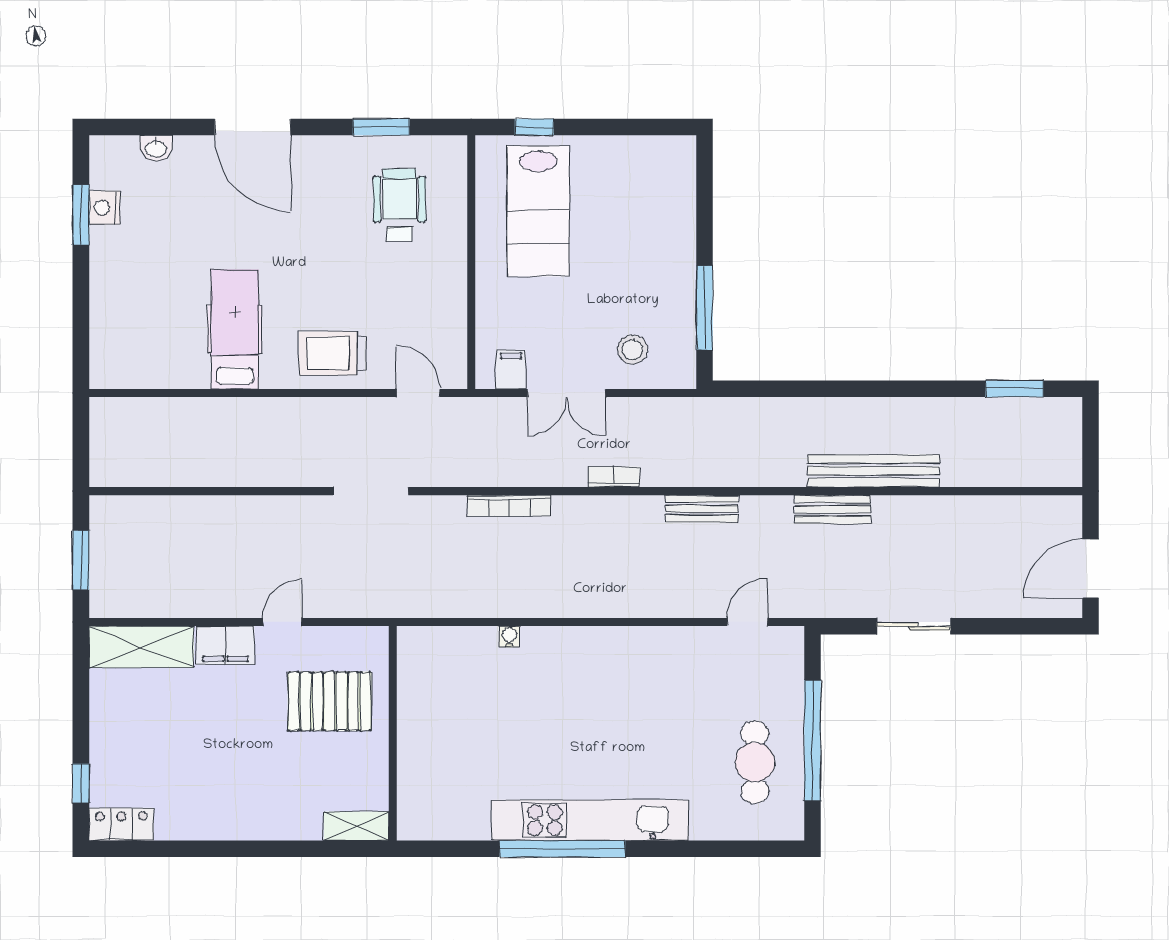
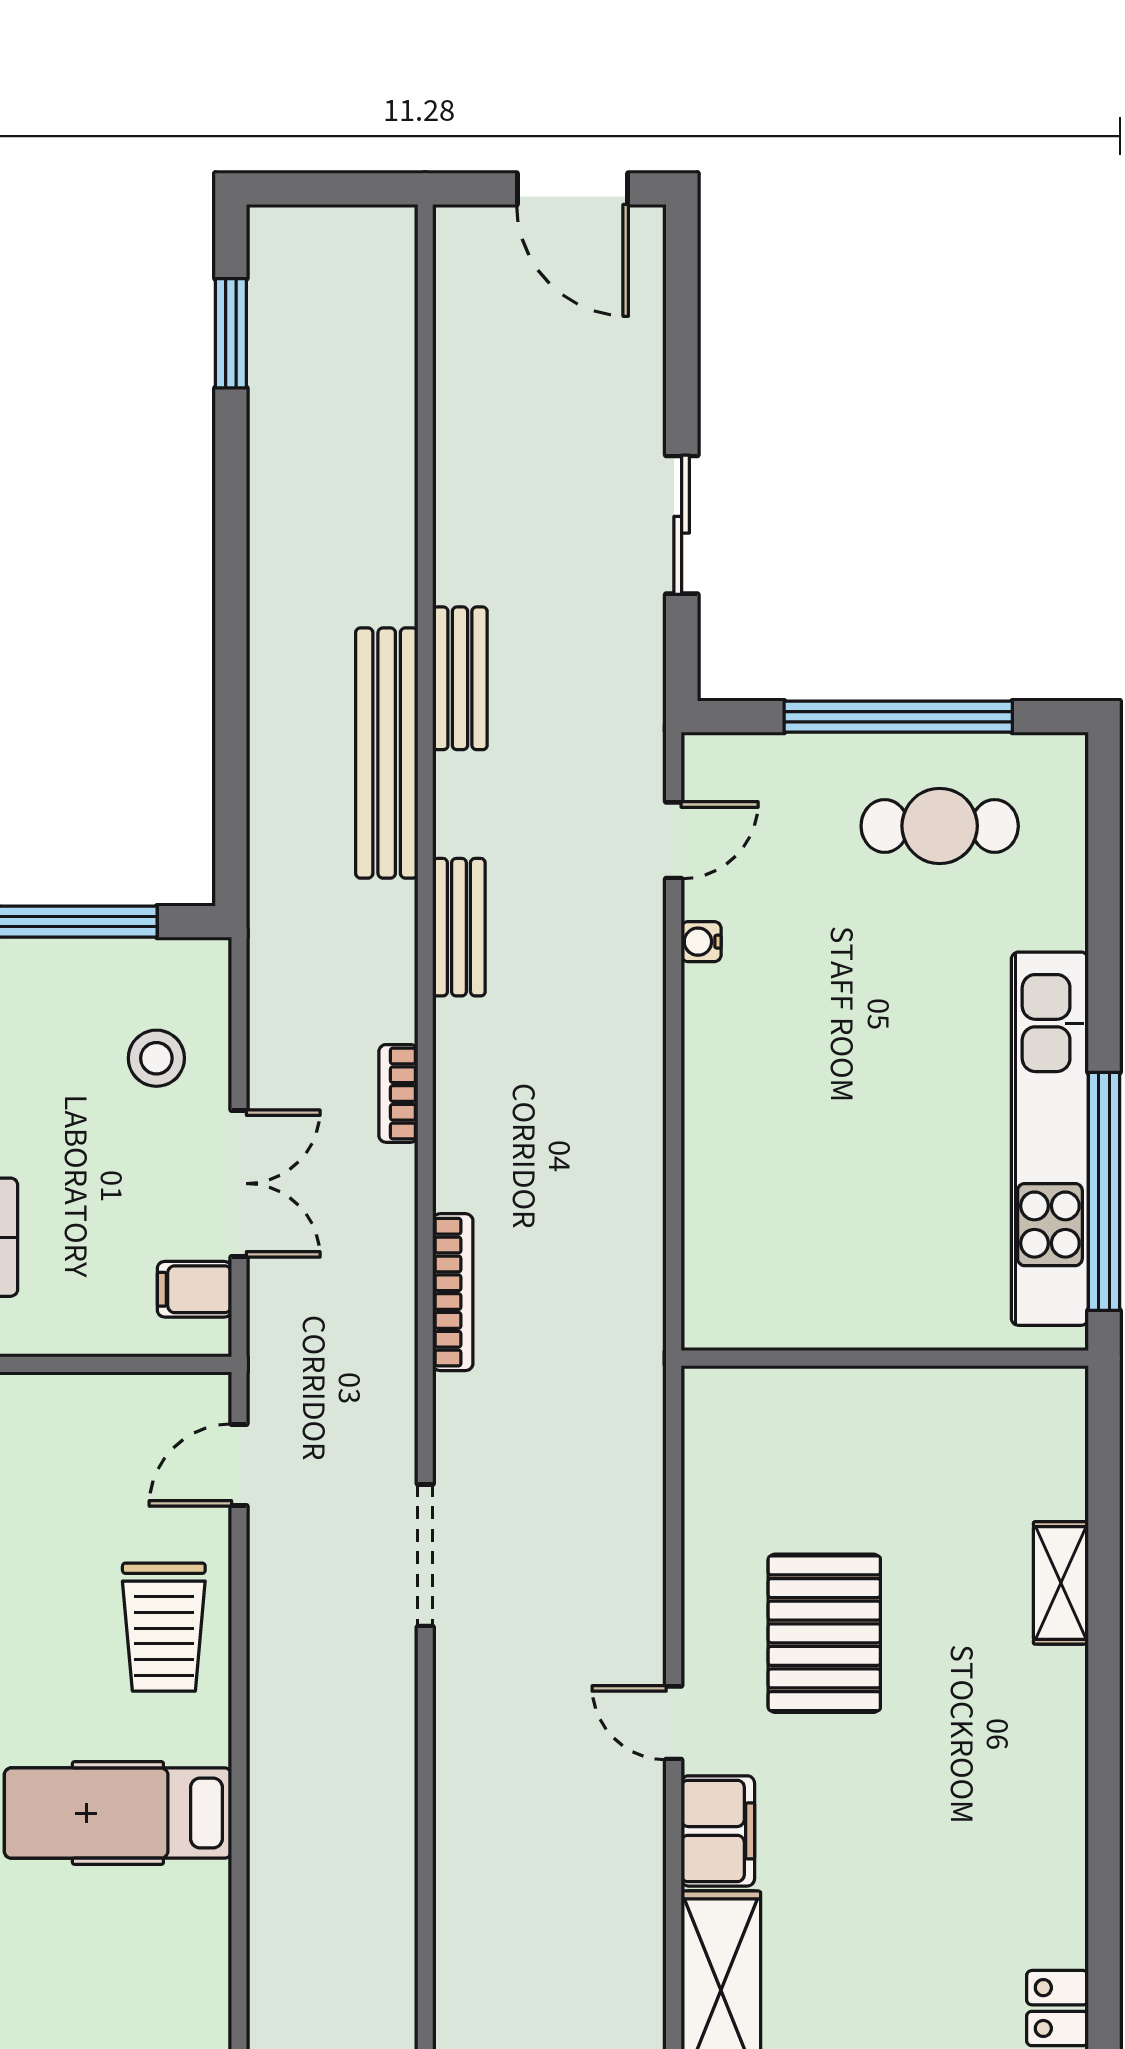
bench: (874, 471) -> (387, 753), moved
door: (747, 622) -> (674, 840), swing flipped
water cooler: (509, 636) -> (701, 942), moved
wall: (393, 733) -> (885, 1358), moved

